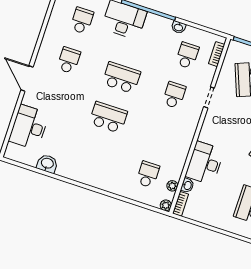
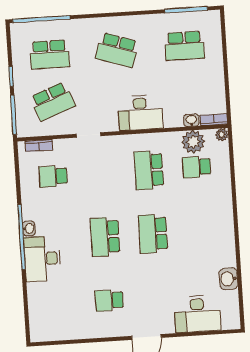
school desk: (82, 21) -> (61, 303), removed
washbasin: (179, 27) -> (29, 228), moved
school desk: (174, 95) -> (149, 170), moved, width x1.85
desk: (205, 163) -> (140, 113), moved
plant: (172, 186) -> (193, 142), width x1.88, depth x1.88

